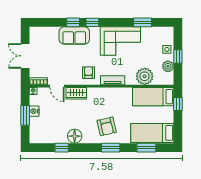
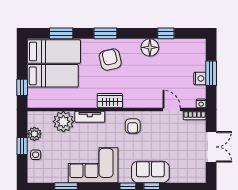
tv unit: (113, 80) -> (90, 117), moved
wardrobe: (76, 93) -> (110, 101), moved
bed: (153, 97) -> (53, 76), moved

